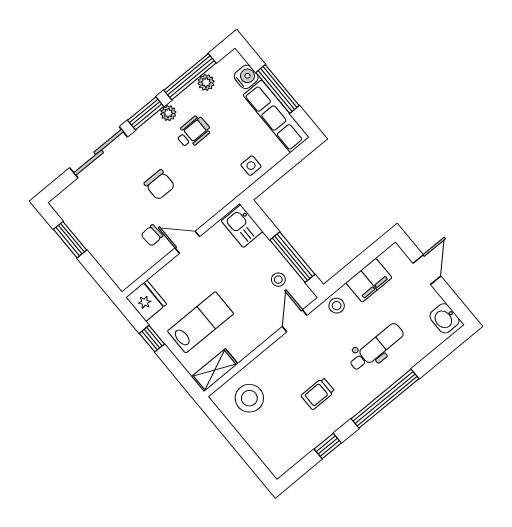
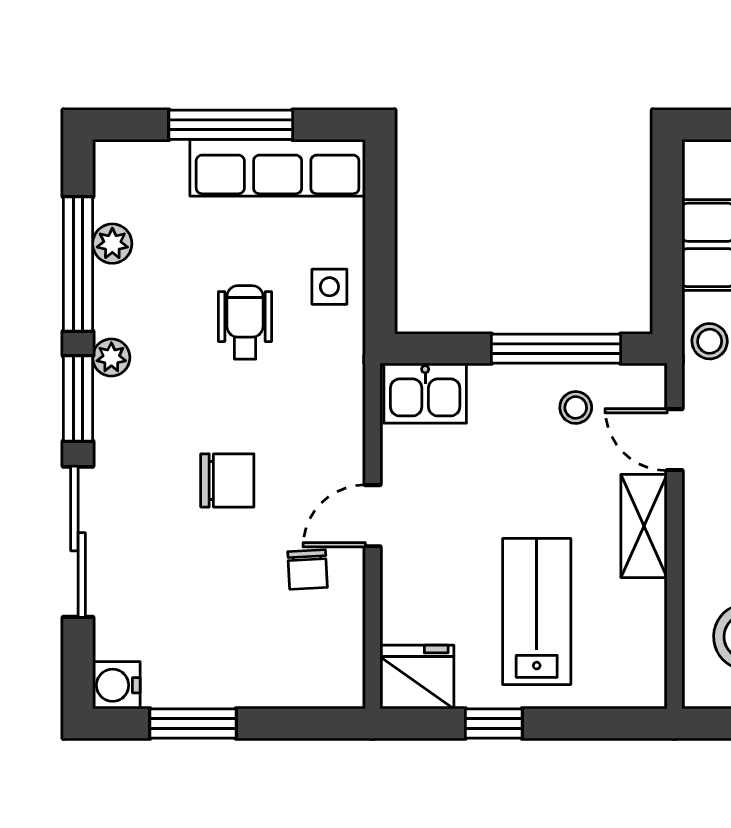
water cooler: (246, 77) -> (116, 685), moved, turned -90
wheelchair: (193, 132) -> (245, 322), moved
shelving: (215, 370) -> (644, 526), moved

